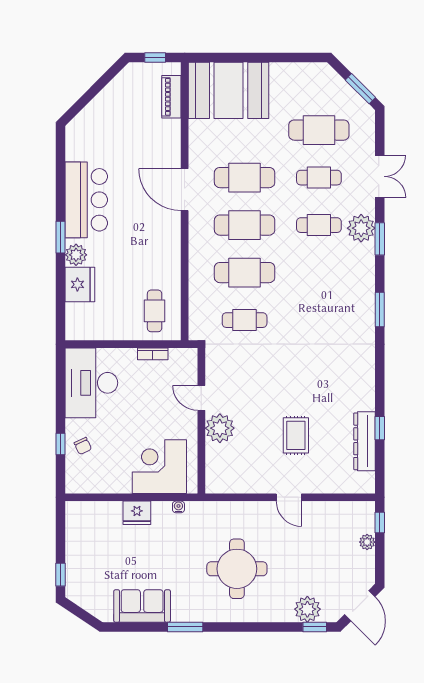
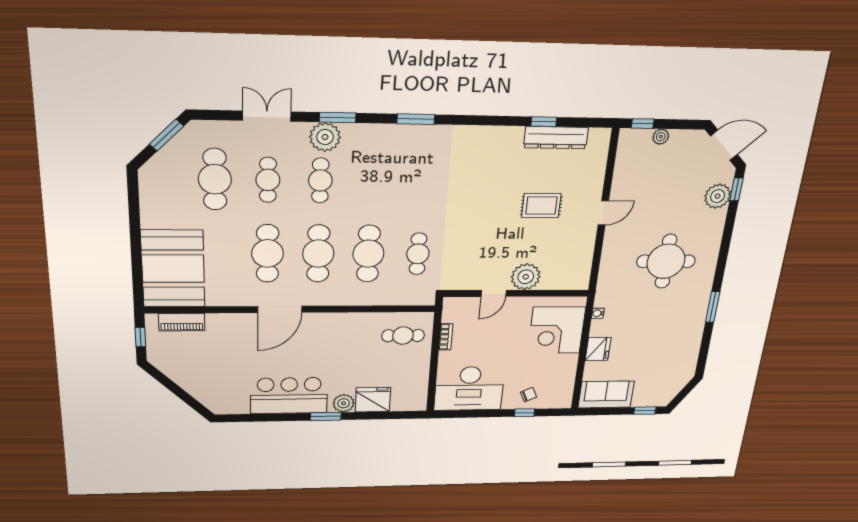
sofa: (142, 606) -> (606, 394), moved, turned 90

